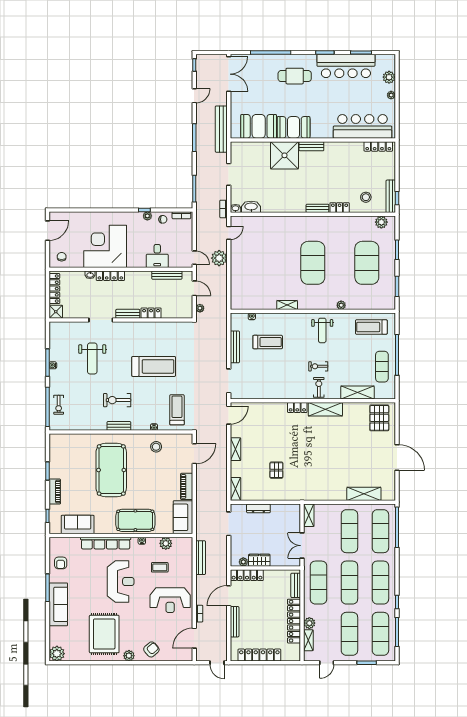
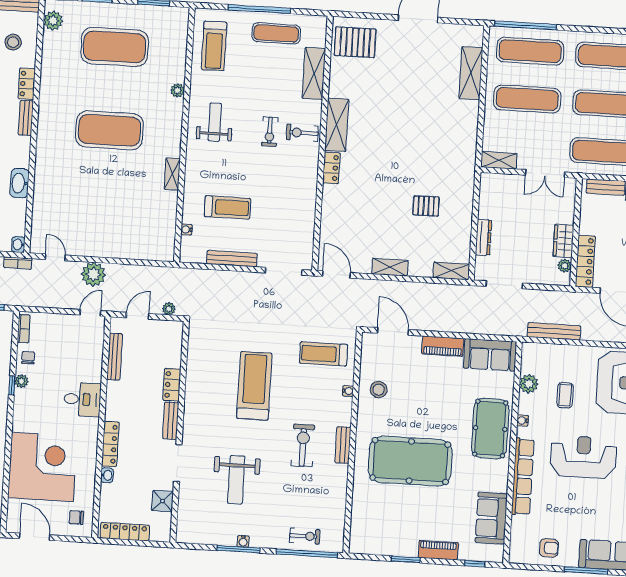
washbasin: (251, 207) -> (20, 183), moved
corner desk: (105, 246) -> (42, 467), moved, turned 180
desk: (157, 256) -> (82, 399), moved
shower: (56, 312) -> (163, 501), moved
weight bench: (322, 330) -> (215, 122), turned -90
treadmill: (268, 342) -> (227, 207), turned 90
weight bench: (92, 358) -> (236, 480), turned 90
exercise bike: (117, 400) -> (303, 445), turned 180

